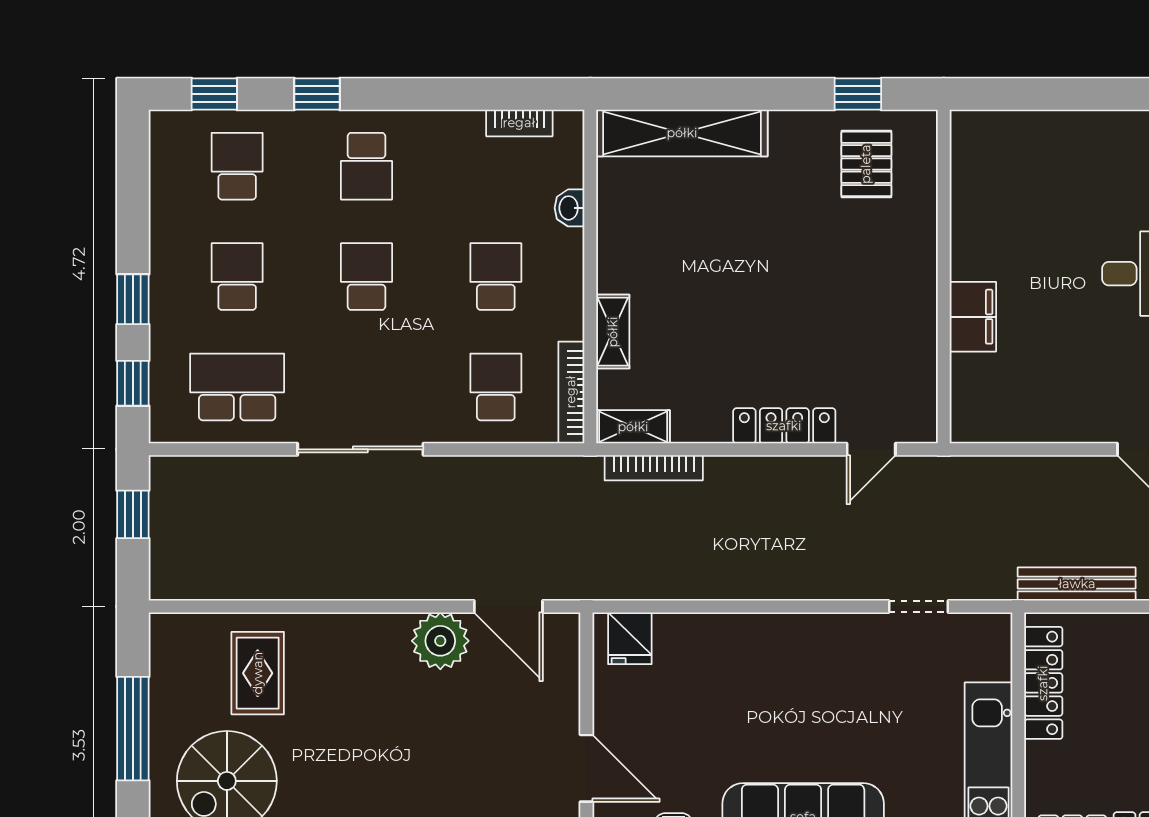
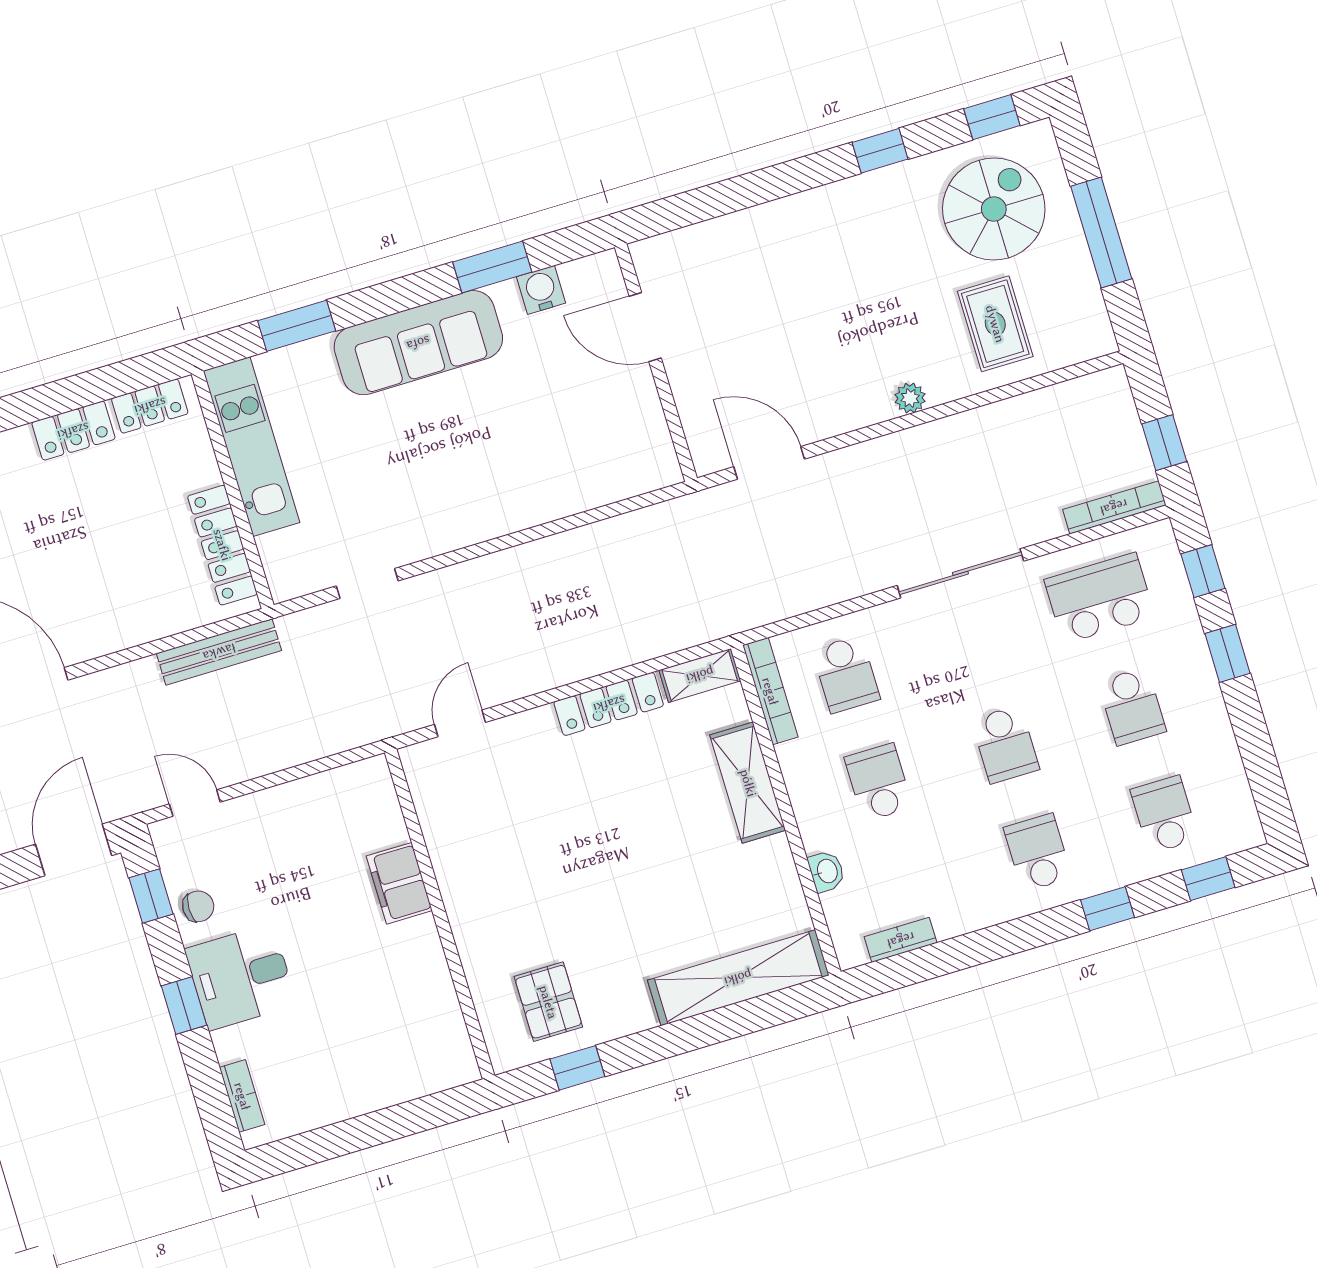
school desk: (237, 166) -> (1164, 815), turned 180
school desk: (496, 277) -> (878, 782), turned 180
shelving: (613, 332) -> (748, 783), width x1.50, depth x1.33
school desk: (237, 387) -> (1100, 598), turned 180
locker: (784, 426) -> (609, 704), moved
bookcase: (654, 468) -> (1114, 507), moved
fridge: (630, 638) -> (641, 467), removed
plant: (440, 641) -> (910, 398), moved, width x0.53, depth x0.53

